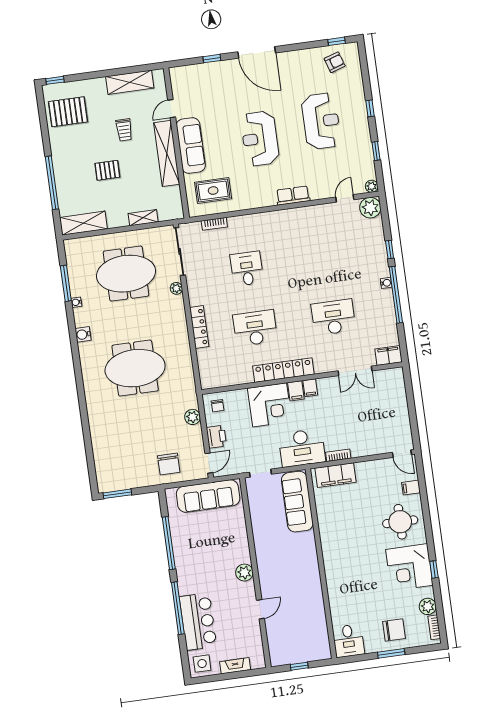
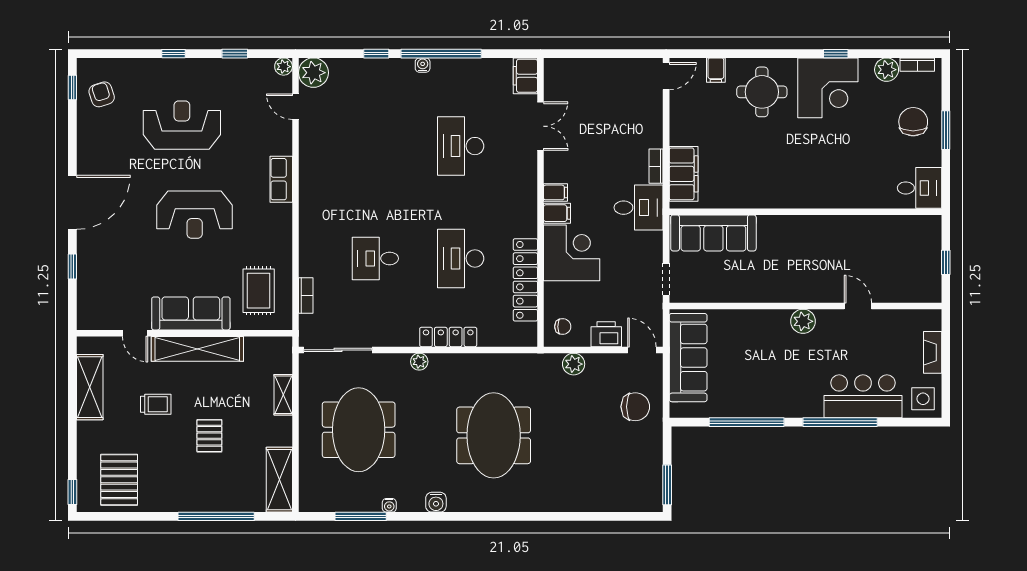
plant: (176, 288) -> (419, 362), moved
locker: (283, 370) -> (525, 280), moved
desk: (302, 448) -> (639, 208), width x0.73

